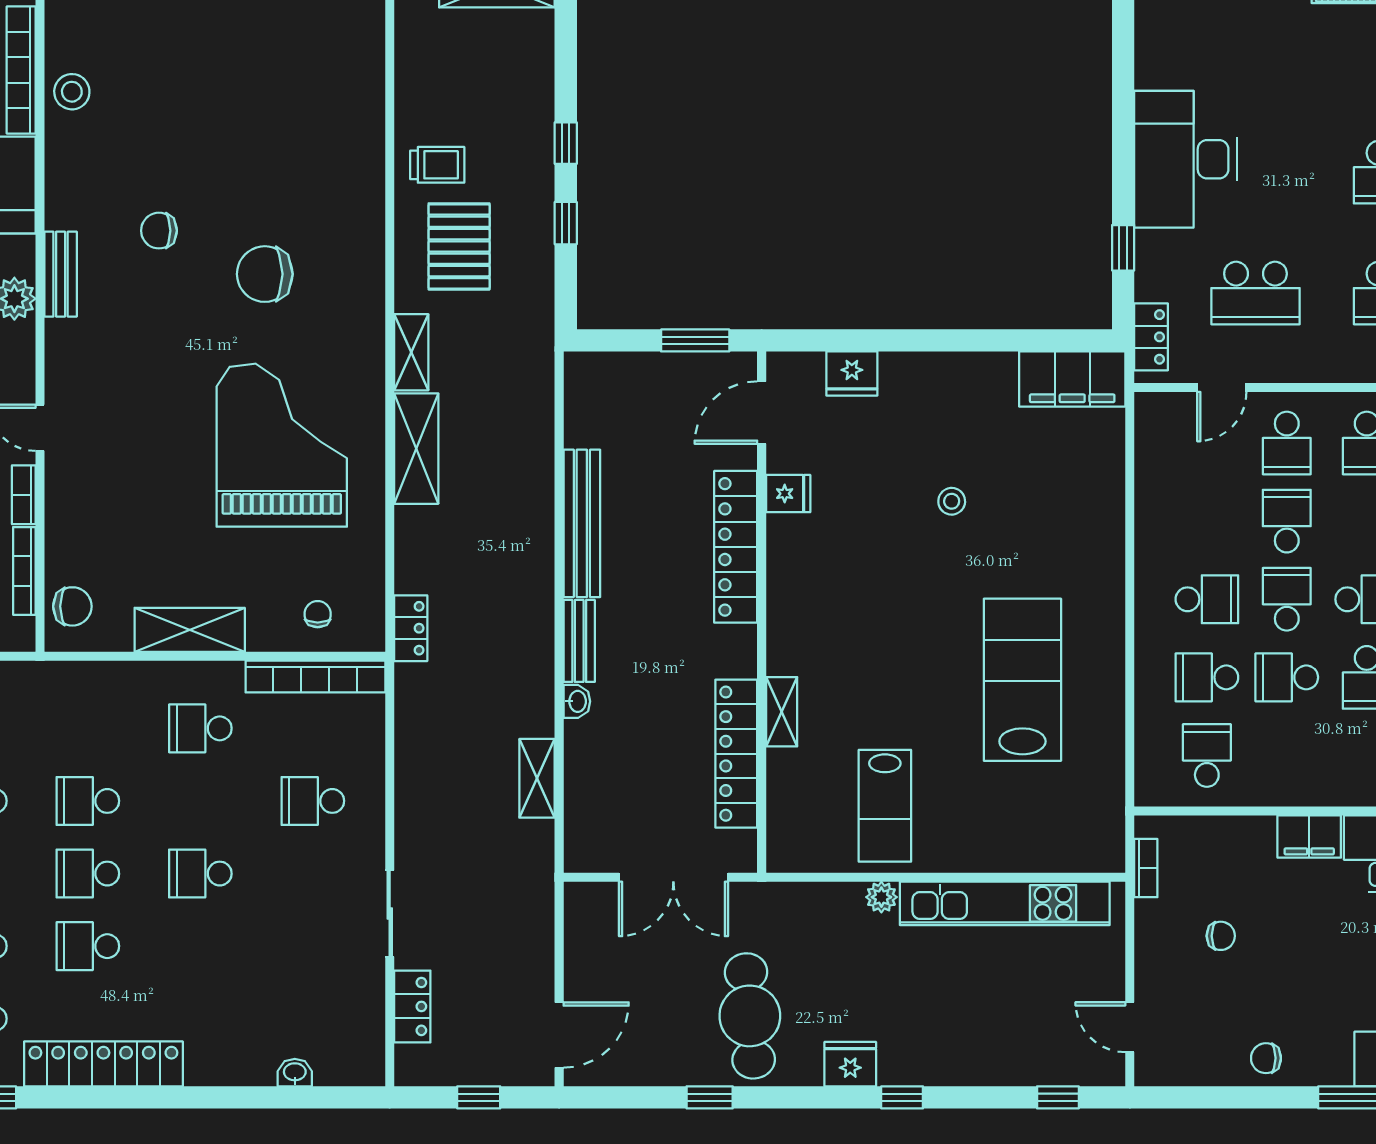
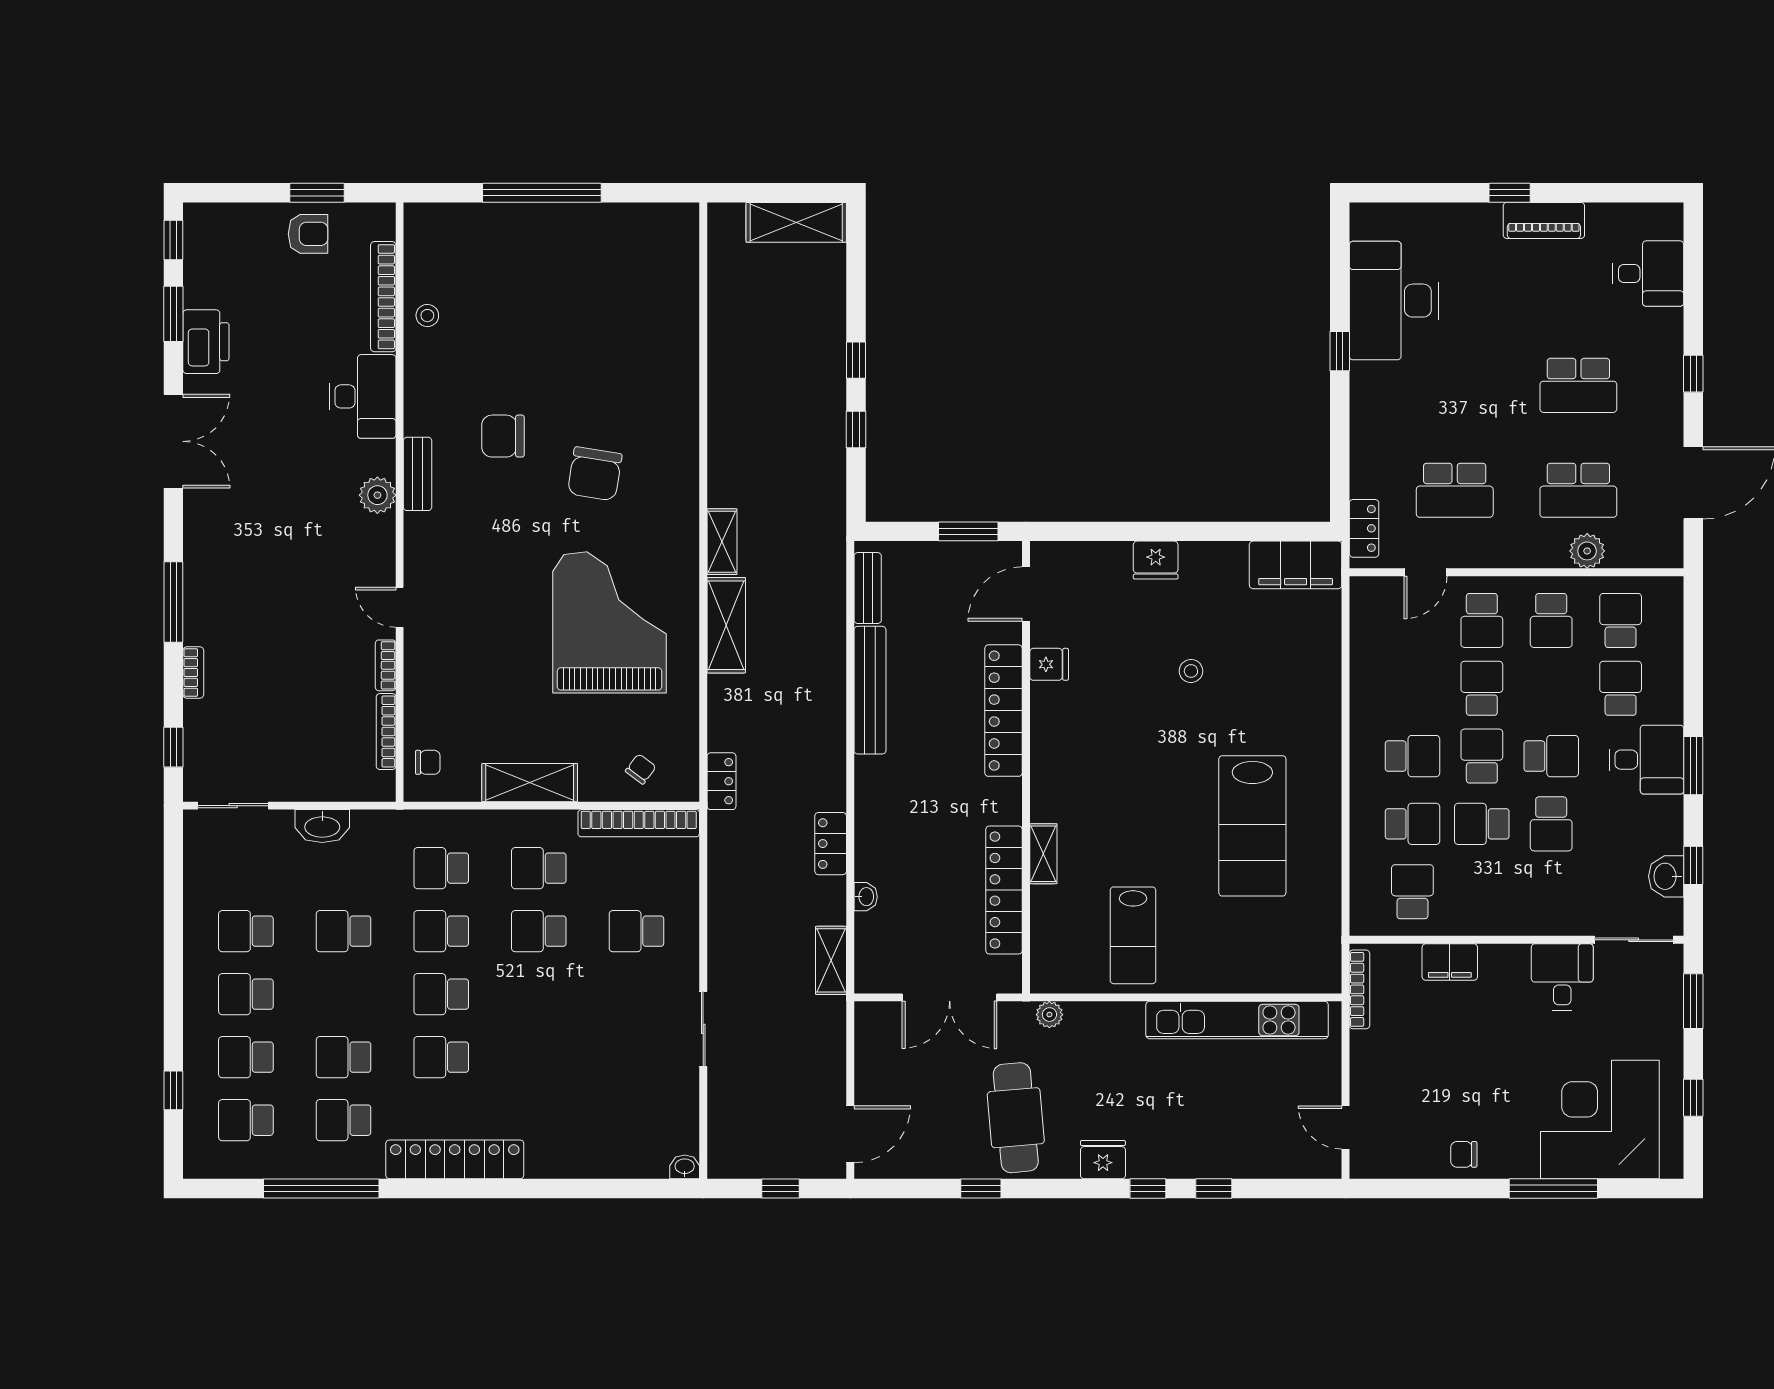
stool: (72, 92) -> (427, 316), width x0.73, depth x0.73
desk: (1185, 159) -> (1394, 301), moved
trolley: (437, 165) -> (744, 379), removed
chair: (159, 231) -> (503, 436), width x1.37, depth x1.37
pallet: (459, 246) -> (763, 450), removed
window: (1123, 248) -> (1340, 351), moved
chair: (265, 274) -> (595, 474), turned -81
fridge: (852, 374) -> (1156, 560), moved
chair: (72, 606) -> (428, 762), width x0.73, depth x0.73
chair: (318, 614) -> (641, 769), turned 37
bench: (579, 641) -> (868, 588), moved
school desk: (1207, 677) -> (1412, 824), turned 180
lab bench: (1022, 680) -> (1252, 826), turned 180
washbasin: (577, 701) -> (866, 897), moved
school desk: (88, 728) -> (441, 868), added
shelving: (537, 778) -> (831, 960), moved
filing cabinet: (1309, 837) -> (1450, 962), moved
bookcase: (1146, 868) -> (1359, 989), width x1.56
school desk: (200, 874) -> (539, 931), moved
plant: (881, 897) -> (1049, 1015), moved
chair: (1221, 936) -> (1425, 1048), removed
locker: (412, 1006) -> (831, 844), moved, turned 180
washbasin: (295, 1073) -> (685, 1167), moved
window: (1058, 1097) -> (1214, 1188), moved

